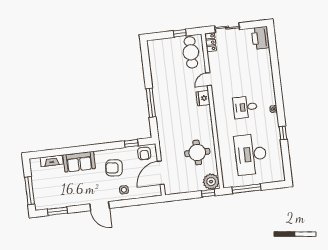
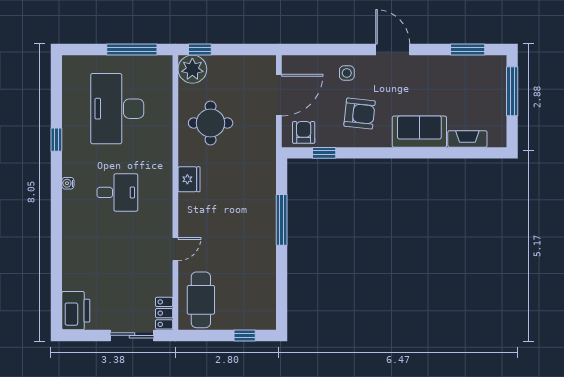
window: (180, 33) -> (245, 335), moved
fridge: (203, 98) -> (189, 179), moved
desk: (251, 154) -> (117, 109), turned 180

